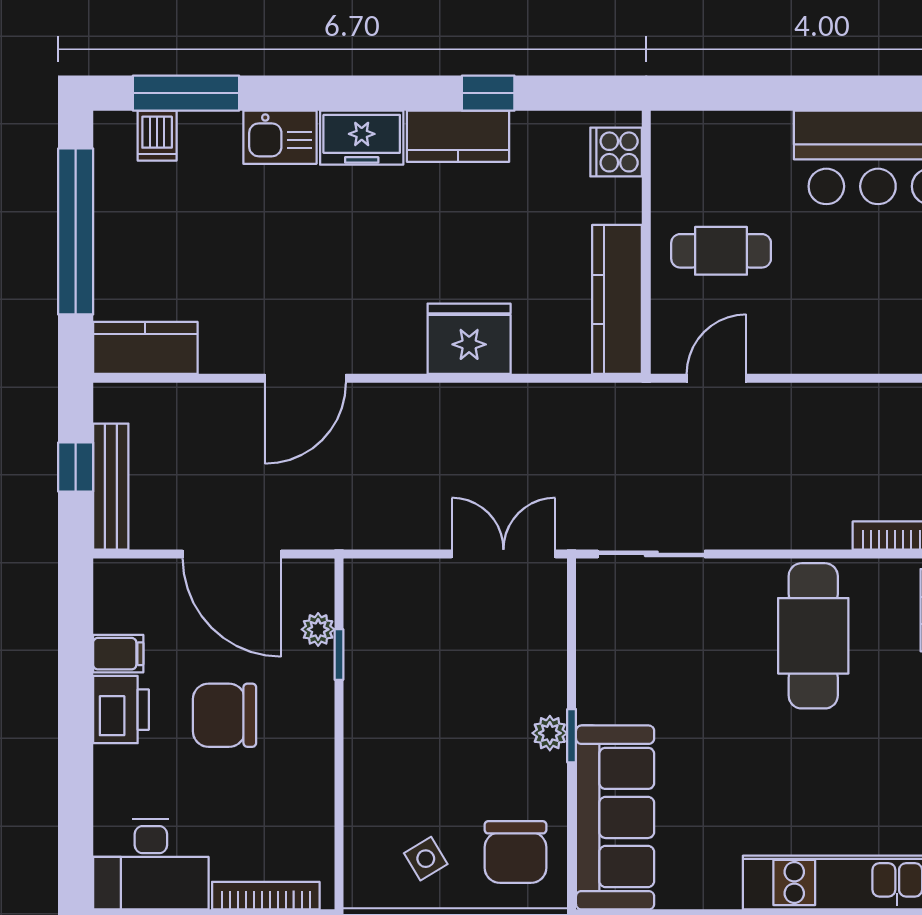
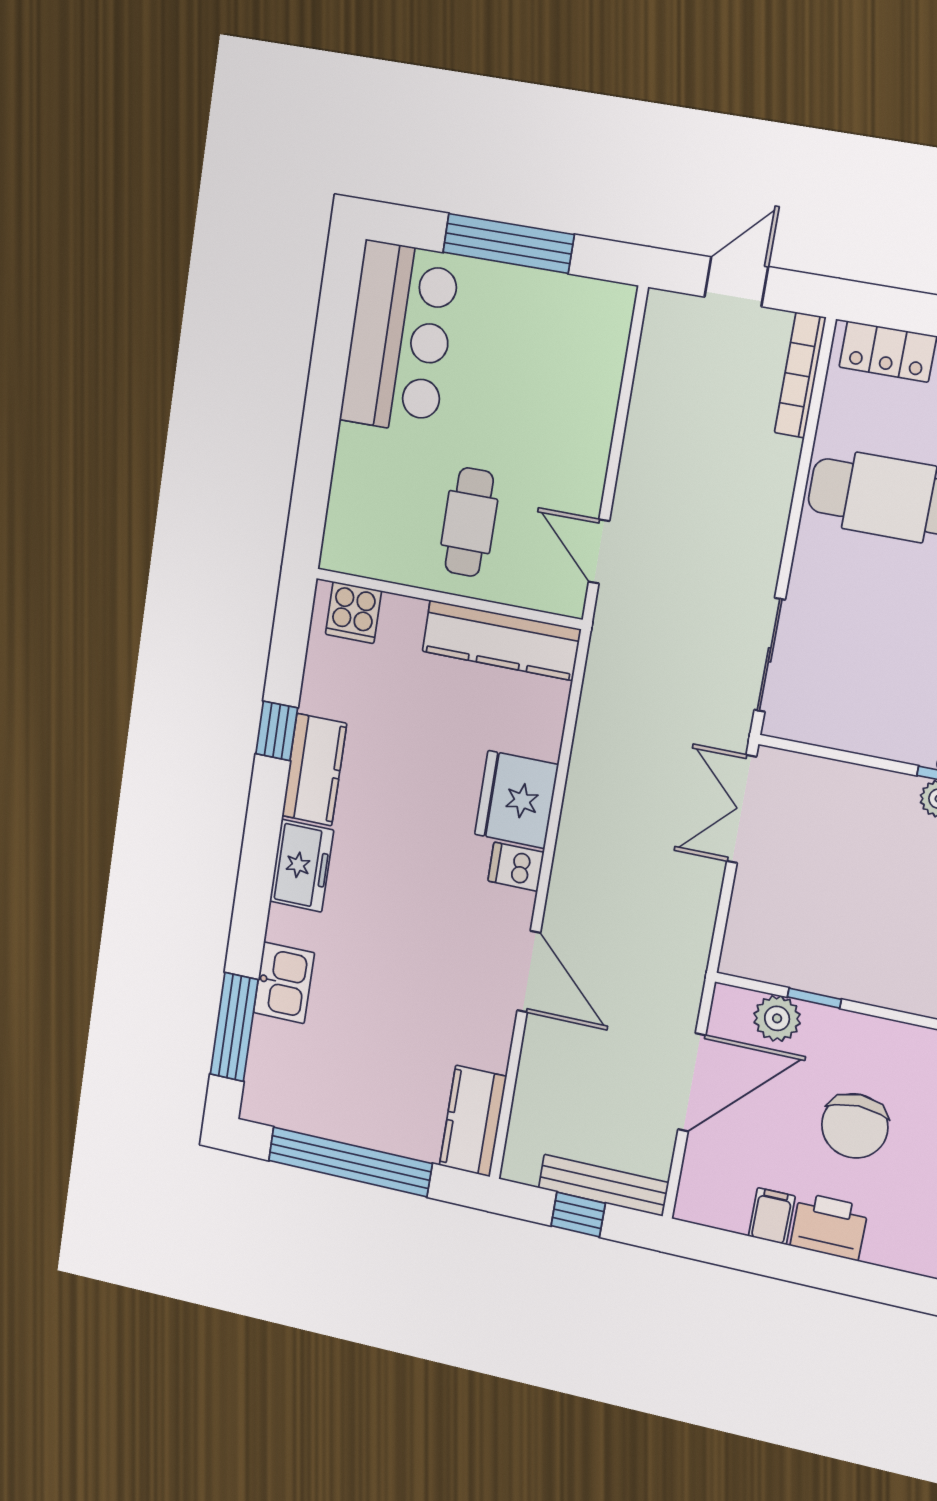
dishwasher: (157, 136) -> (516, 867), moved, turned 180
kitchen sink: (280, 137) -> (284, 983), moved
plant: (318, 629) -> (777, 1018), width x1.38, depth x1.38

